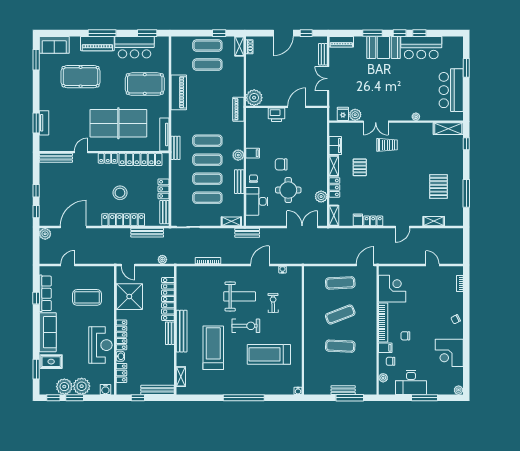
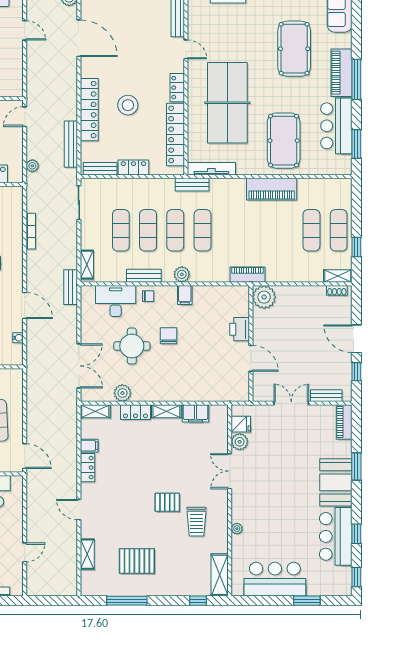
window: (400, 33) -> (356, 577), moved
trolley: (387, 145) -> (196, 522), moved
pallet: (360, 167) -> (167, 502), moved

